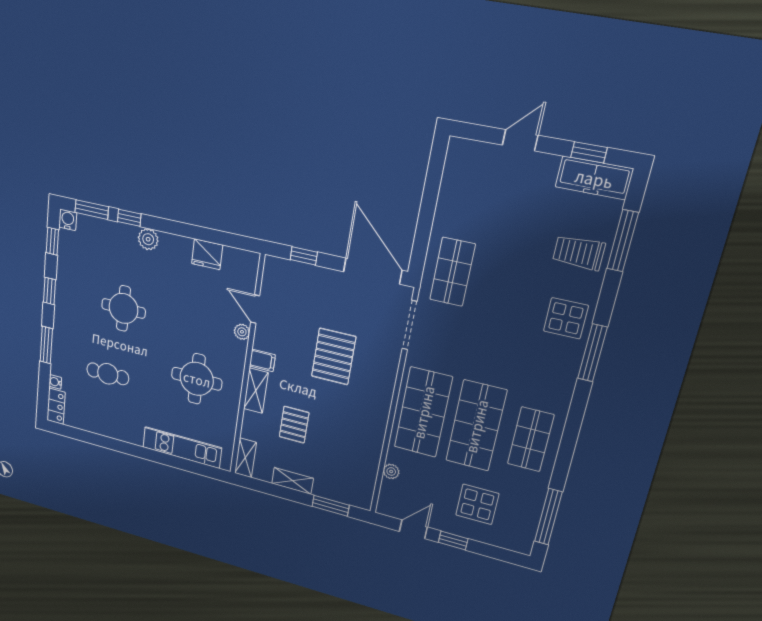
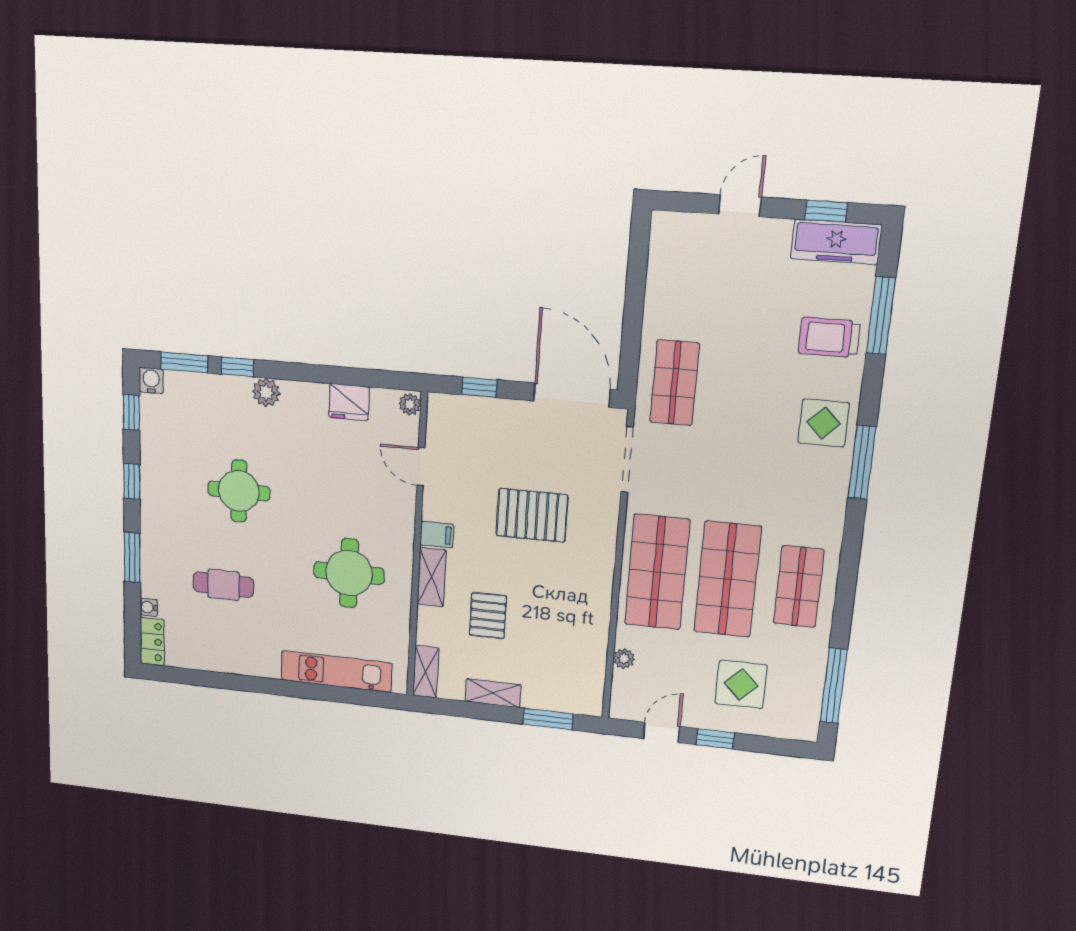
plant: (242, 332) -> (410, 404), moved
pallet: (334, 356) -> (532, 515), turned 90

